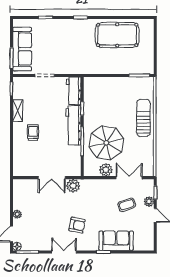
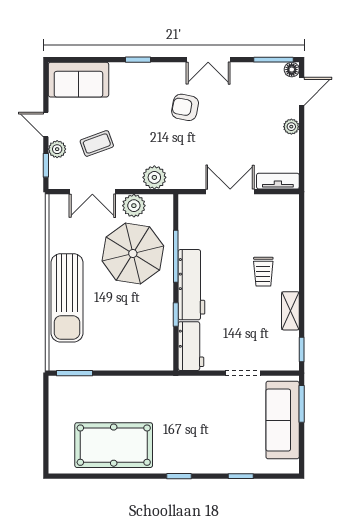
sun lounger: (143, 118) -> (67, 298), width x1.36, depth x1.34
tv unit: (25, 184) -> (278, 181), added
plant: (73, 186) -> (154, 177), moved
sofa: (116, 241) -> (78, 80), moved

